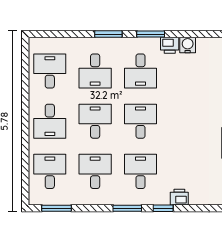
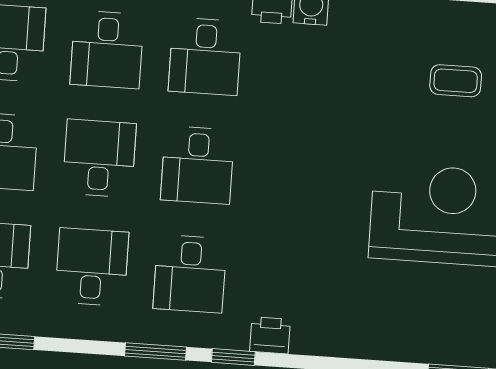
desk: (141, 121) -> (197, 165), turned 180
desk: (141, 171) -> (190, 274), turned 180

